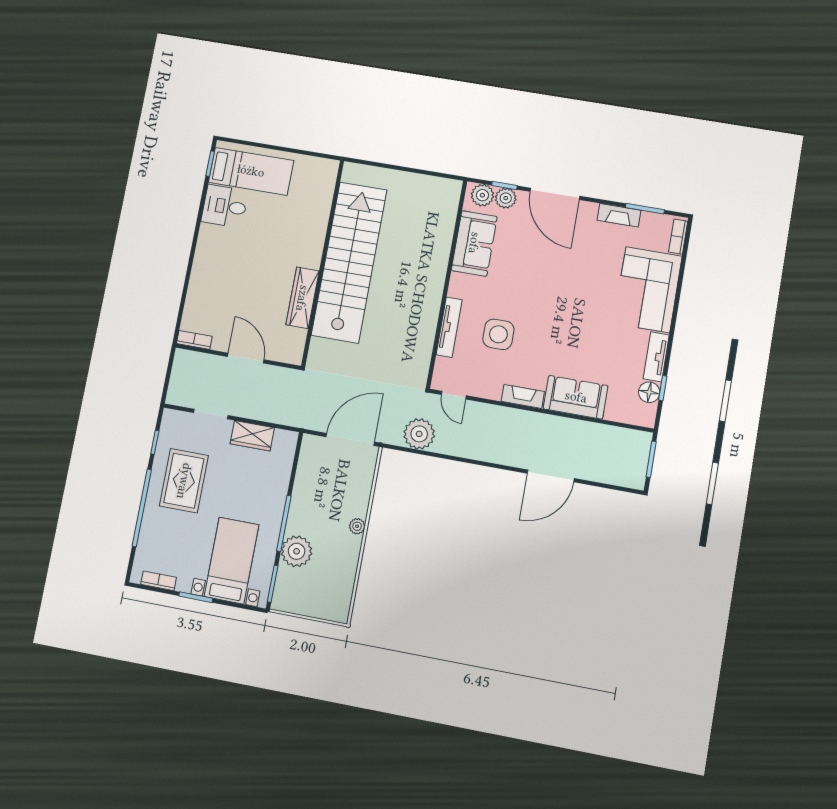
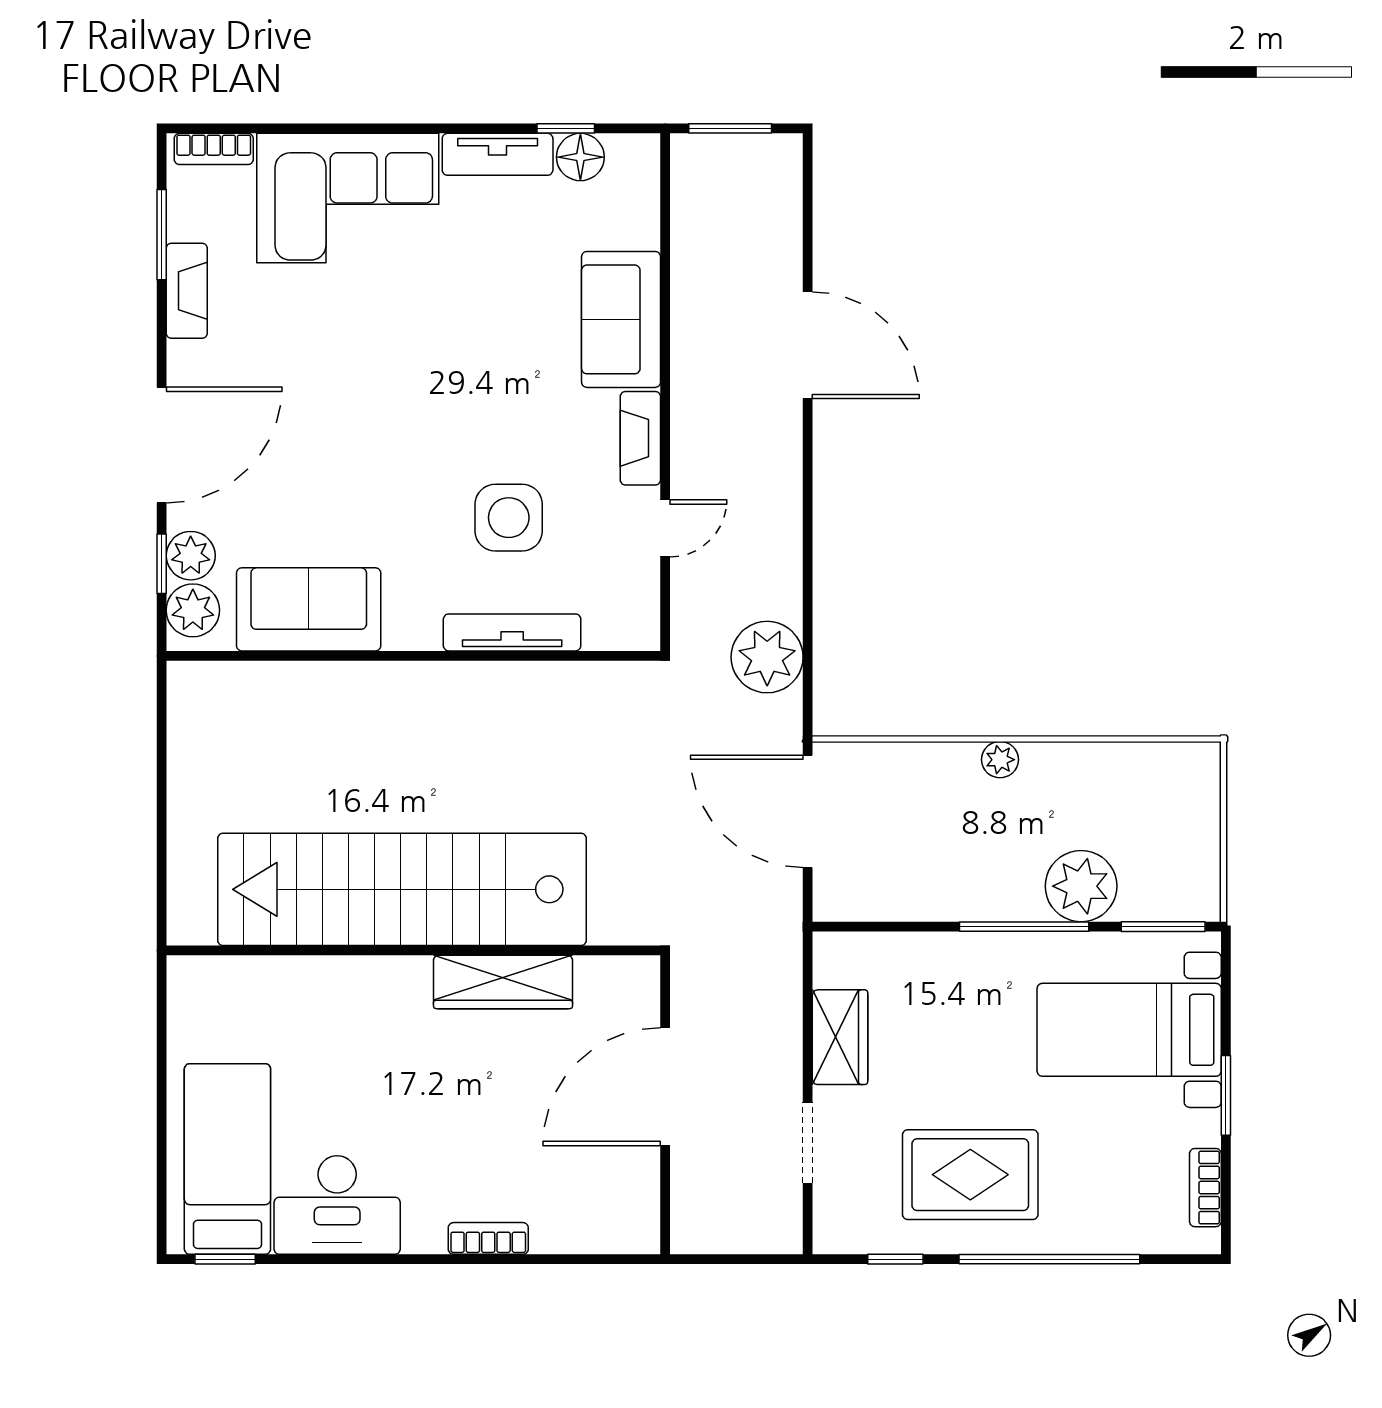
desk: (225, 206) -> (337, 1205), width x1.37
bookcase: (194, 340) -> (488, 1238), moved, turned 90
door: (246, 358) -> (665, 1087), width x1.36
door: (454, 395) -> (665, 528), moved

